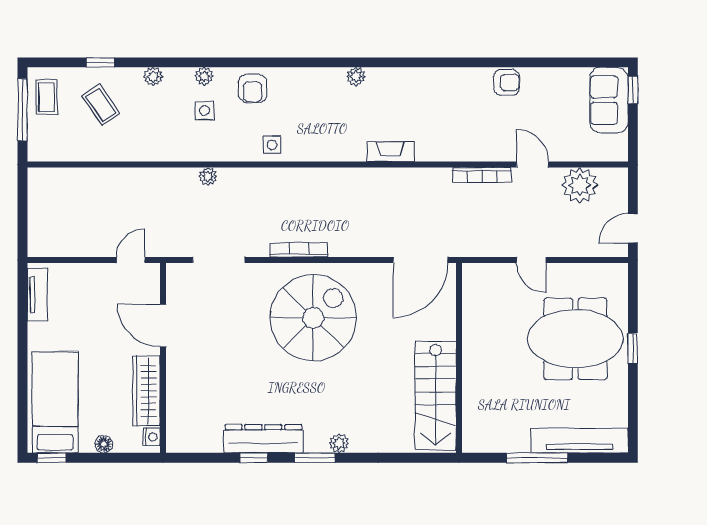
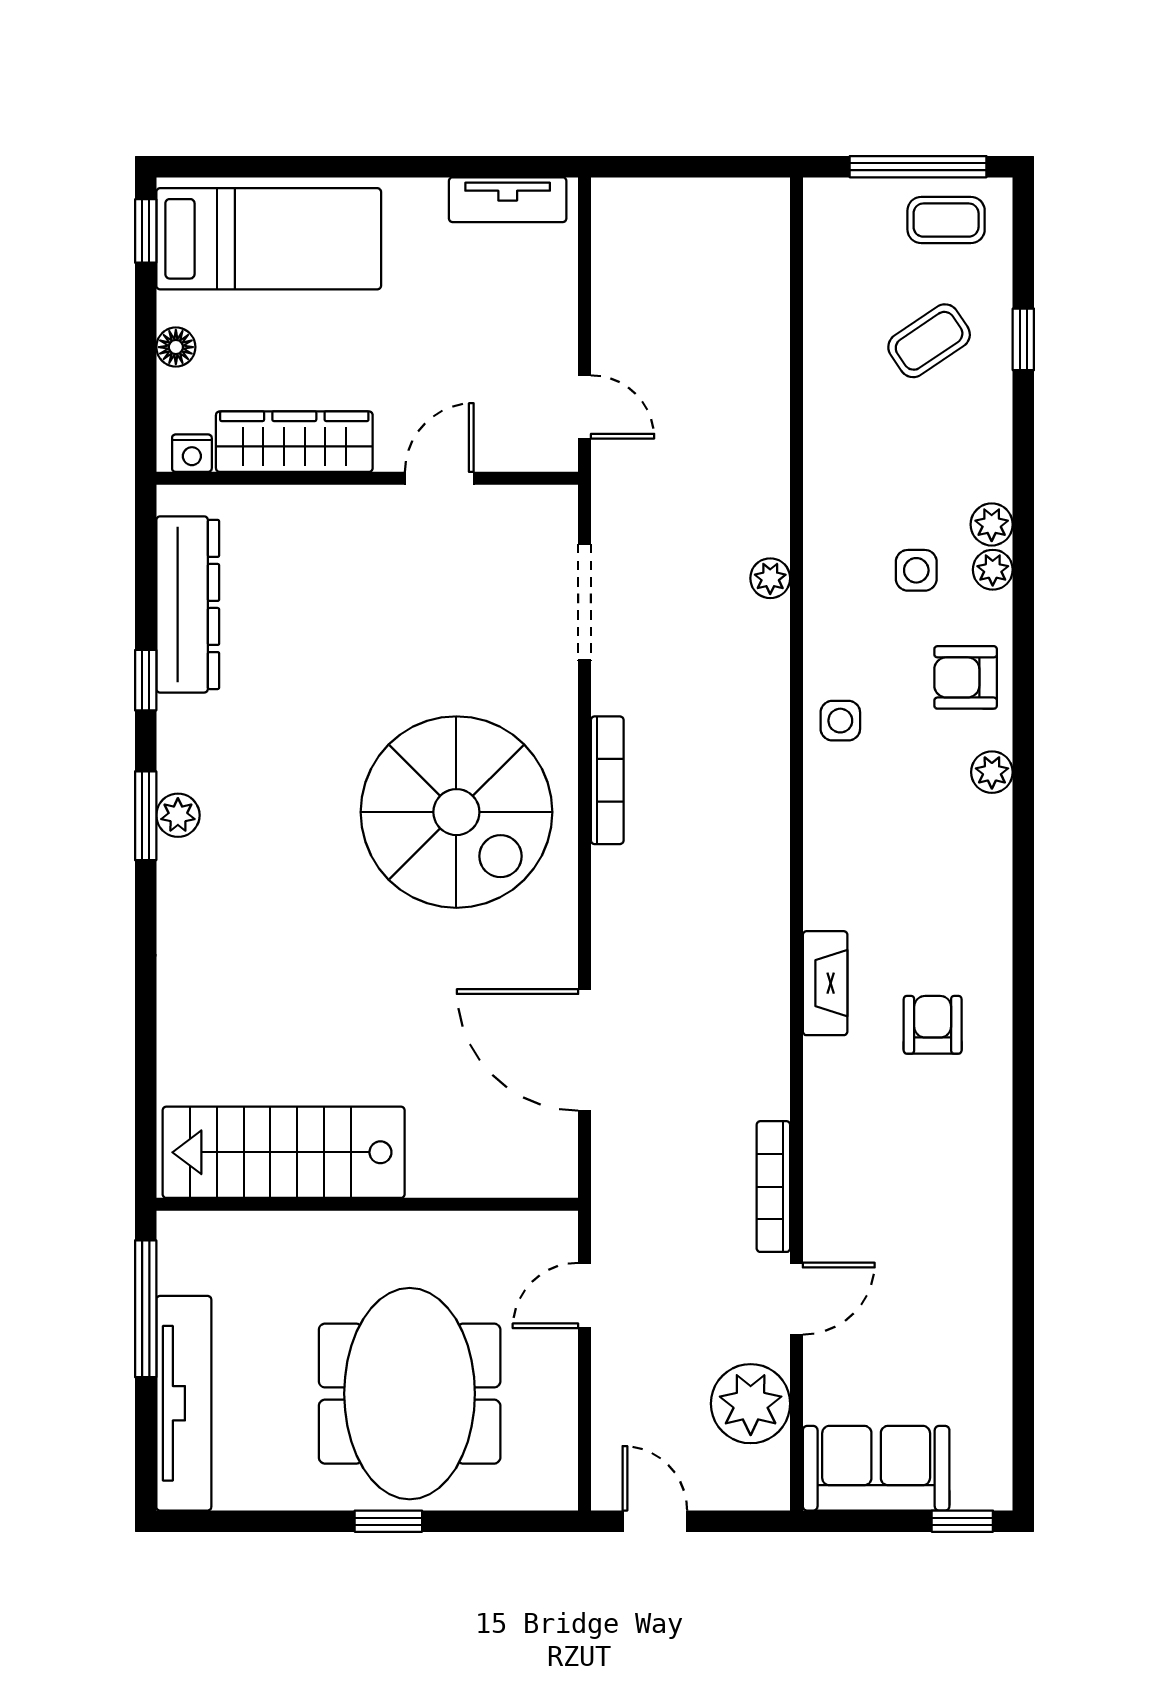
plant: (356, 76) -> (992, 772), moved
plant: (153, 77) -> (992, 524), moved
armchair: (507, 82) -> (933, 1025), moved, turned 180
sofa: (609, 100) -> (876, 1468), moved
door: (163, 325) -> (439, 478), width x0.73
wall: (459, 358) -> (367, 1204), moved
stairs: (436, 396) -> (284, 1152), moved
dresser: (263, 439) -> (188, 604), moved
plant: (339, 443) -> (178, 815), moved

